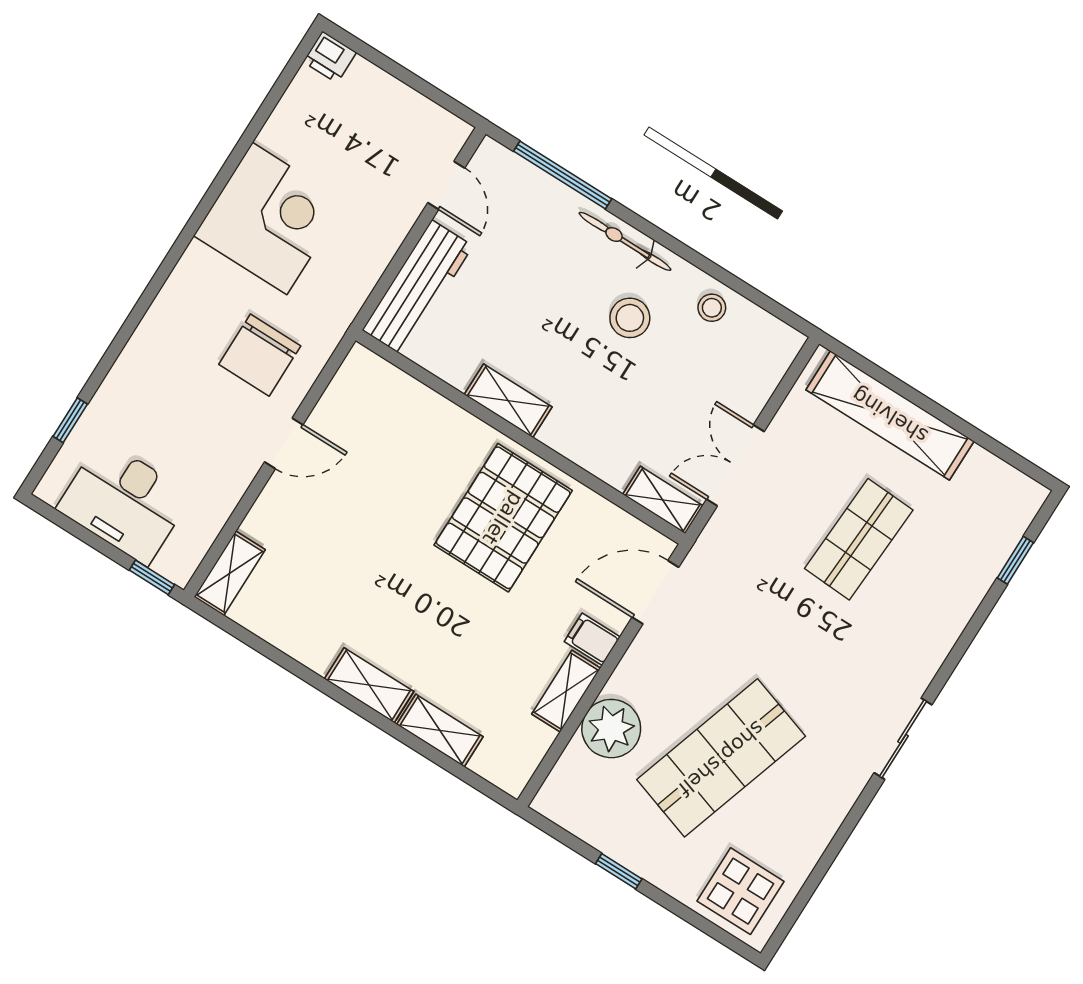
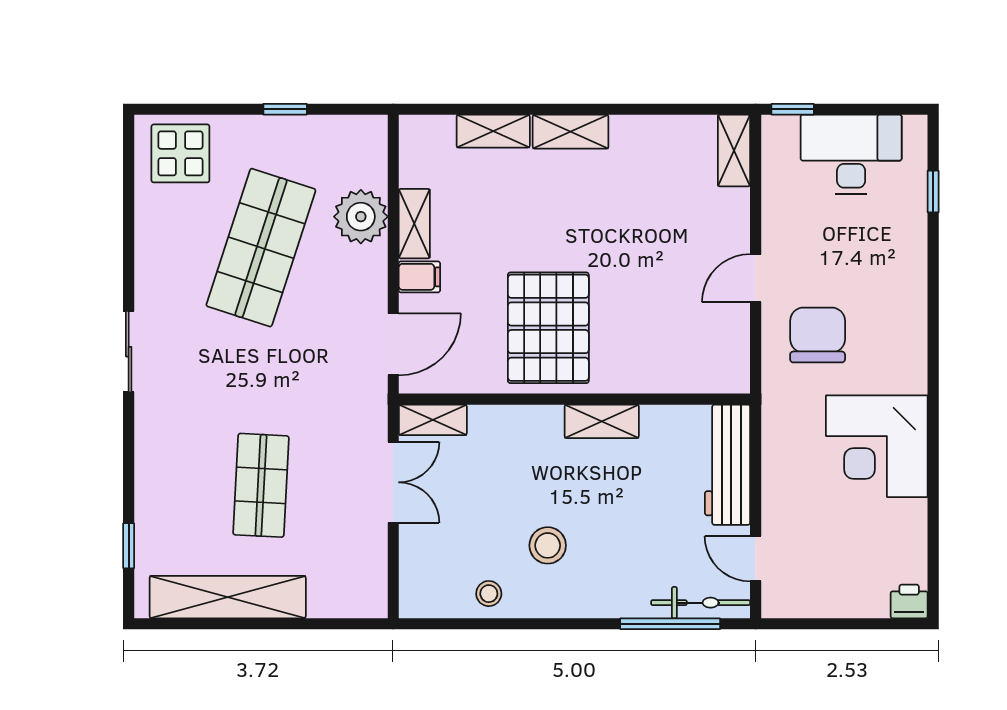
bicycle: (625, 241) -> (701, 603), moved
shelving: (890, 415) -> (228, 597), moved

